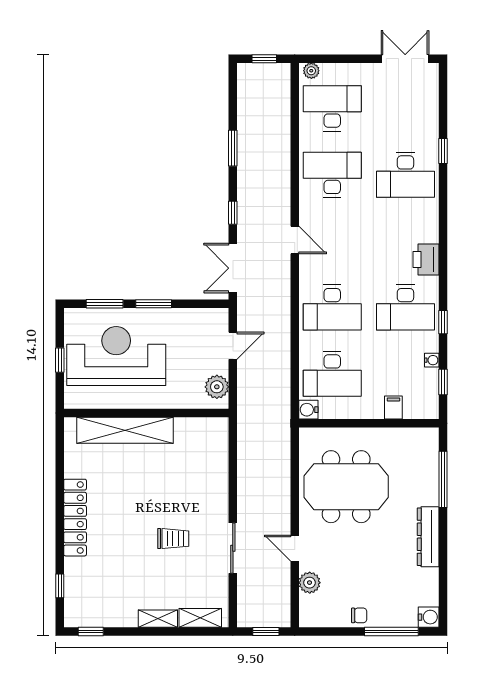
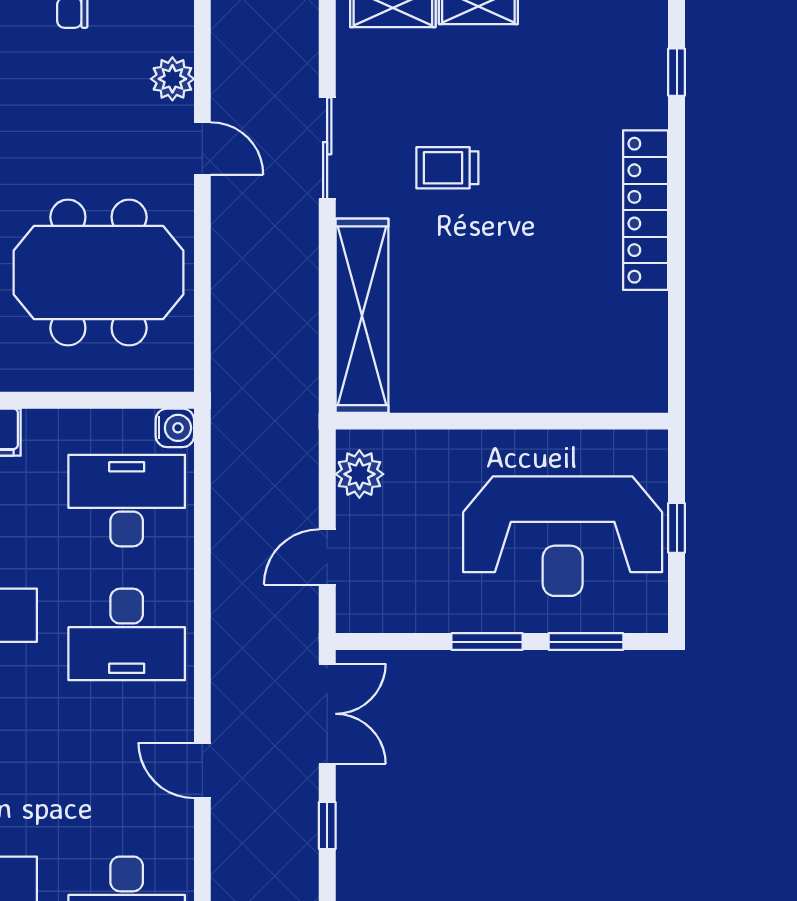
desk: (332, 307) -> (127, 634), turned 180
shelving: (125, 430) -> (362, 316), moved, turned 90

